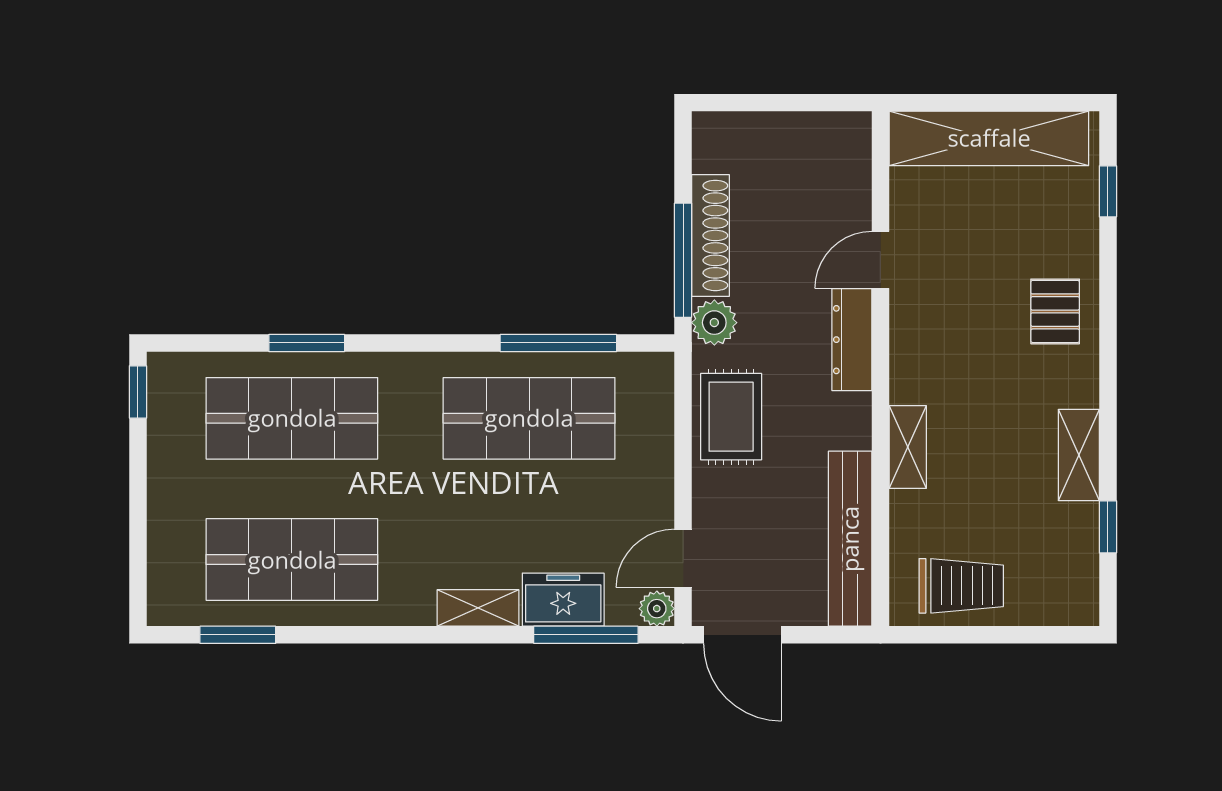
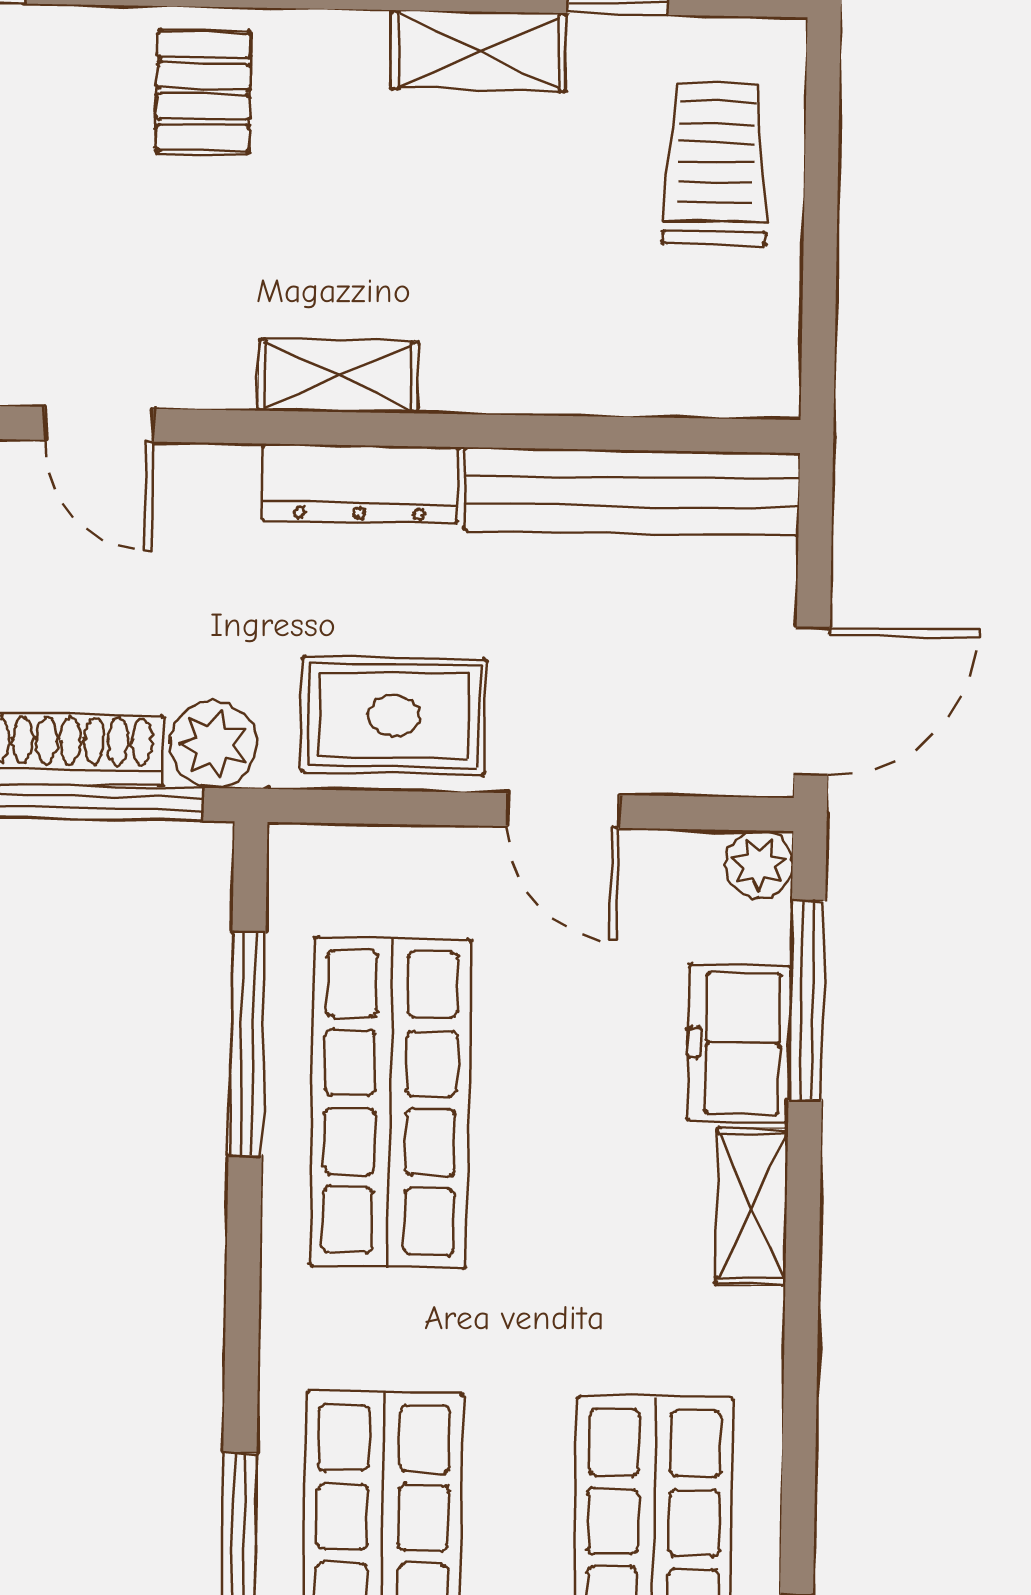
pallet: (1055, 311) -> (203, 92), turned 90
dresser: (852, 340) -> (360, 484), moved
shelving: (908, 447) -> (338, 376), moved
door: (683, 558) -> (563, 811), moved
trolley: (961, 586) -> (716, 164), moved

